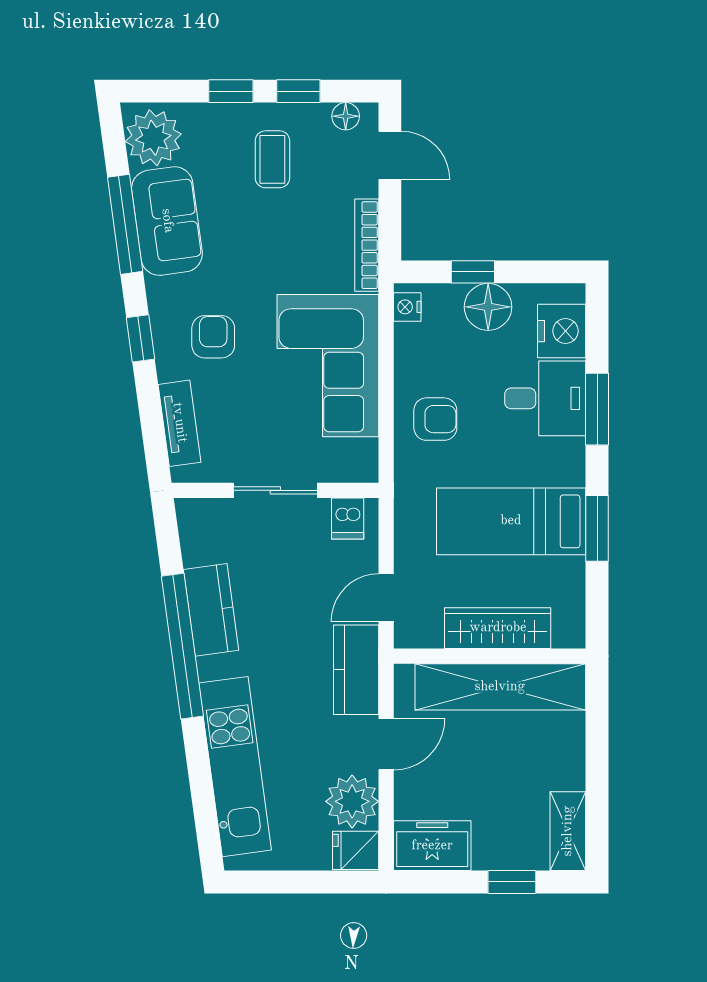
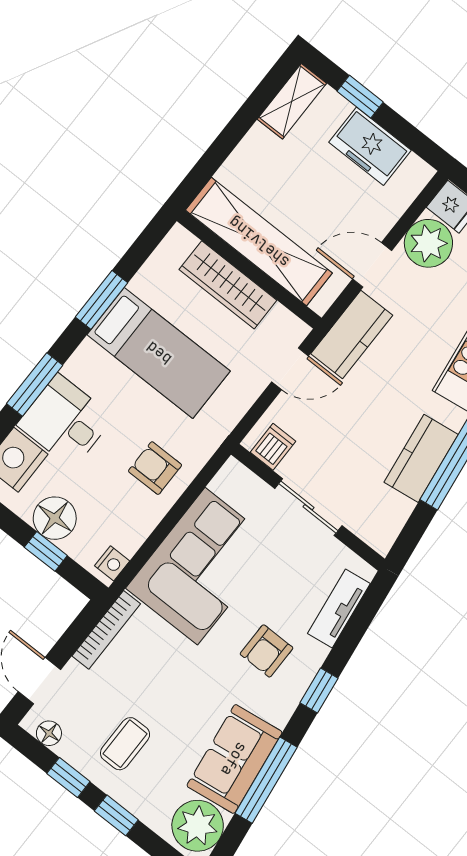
freezer: (432, 846) -> (370, 146), moved

